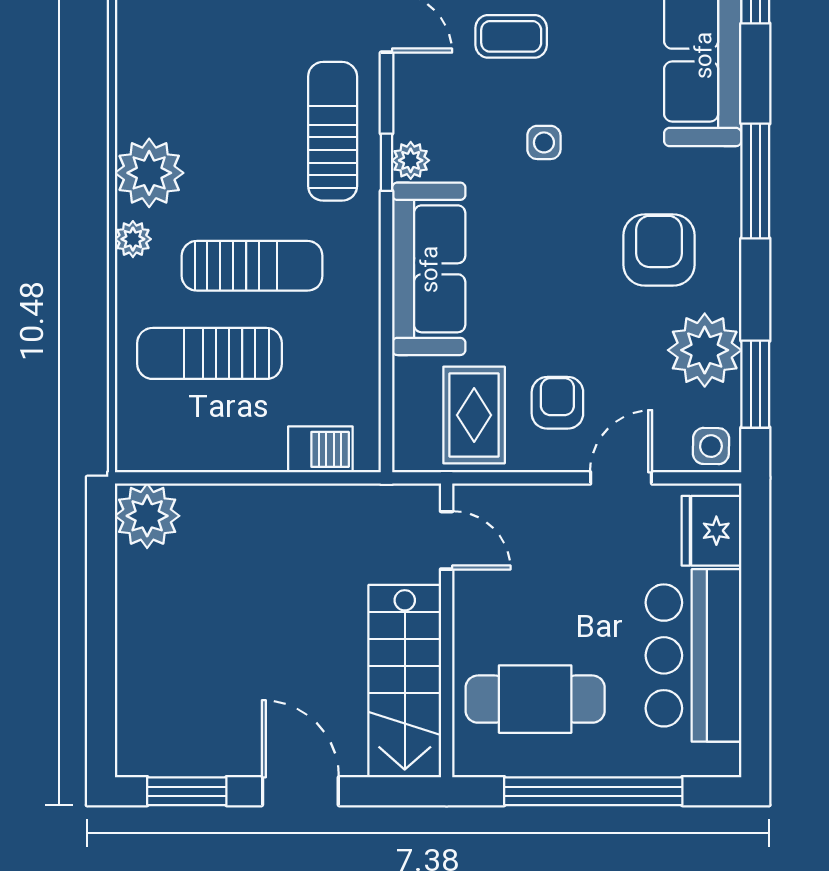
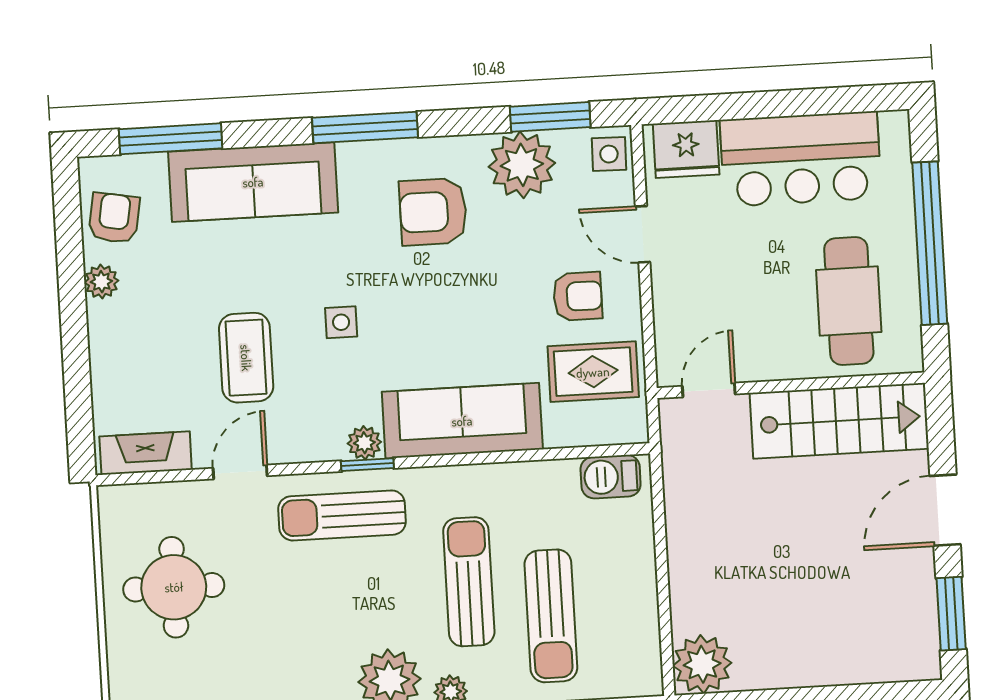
coffee table: (511, 36) -> (246, 358), width x1.36, depth x1.30
armchair: (557, 403) -> (578, 296), turned 180
barbecue: (320, 449) -> (611, 477), moved, turned -90

